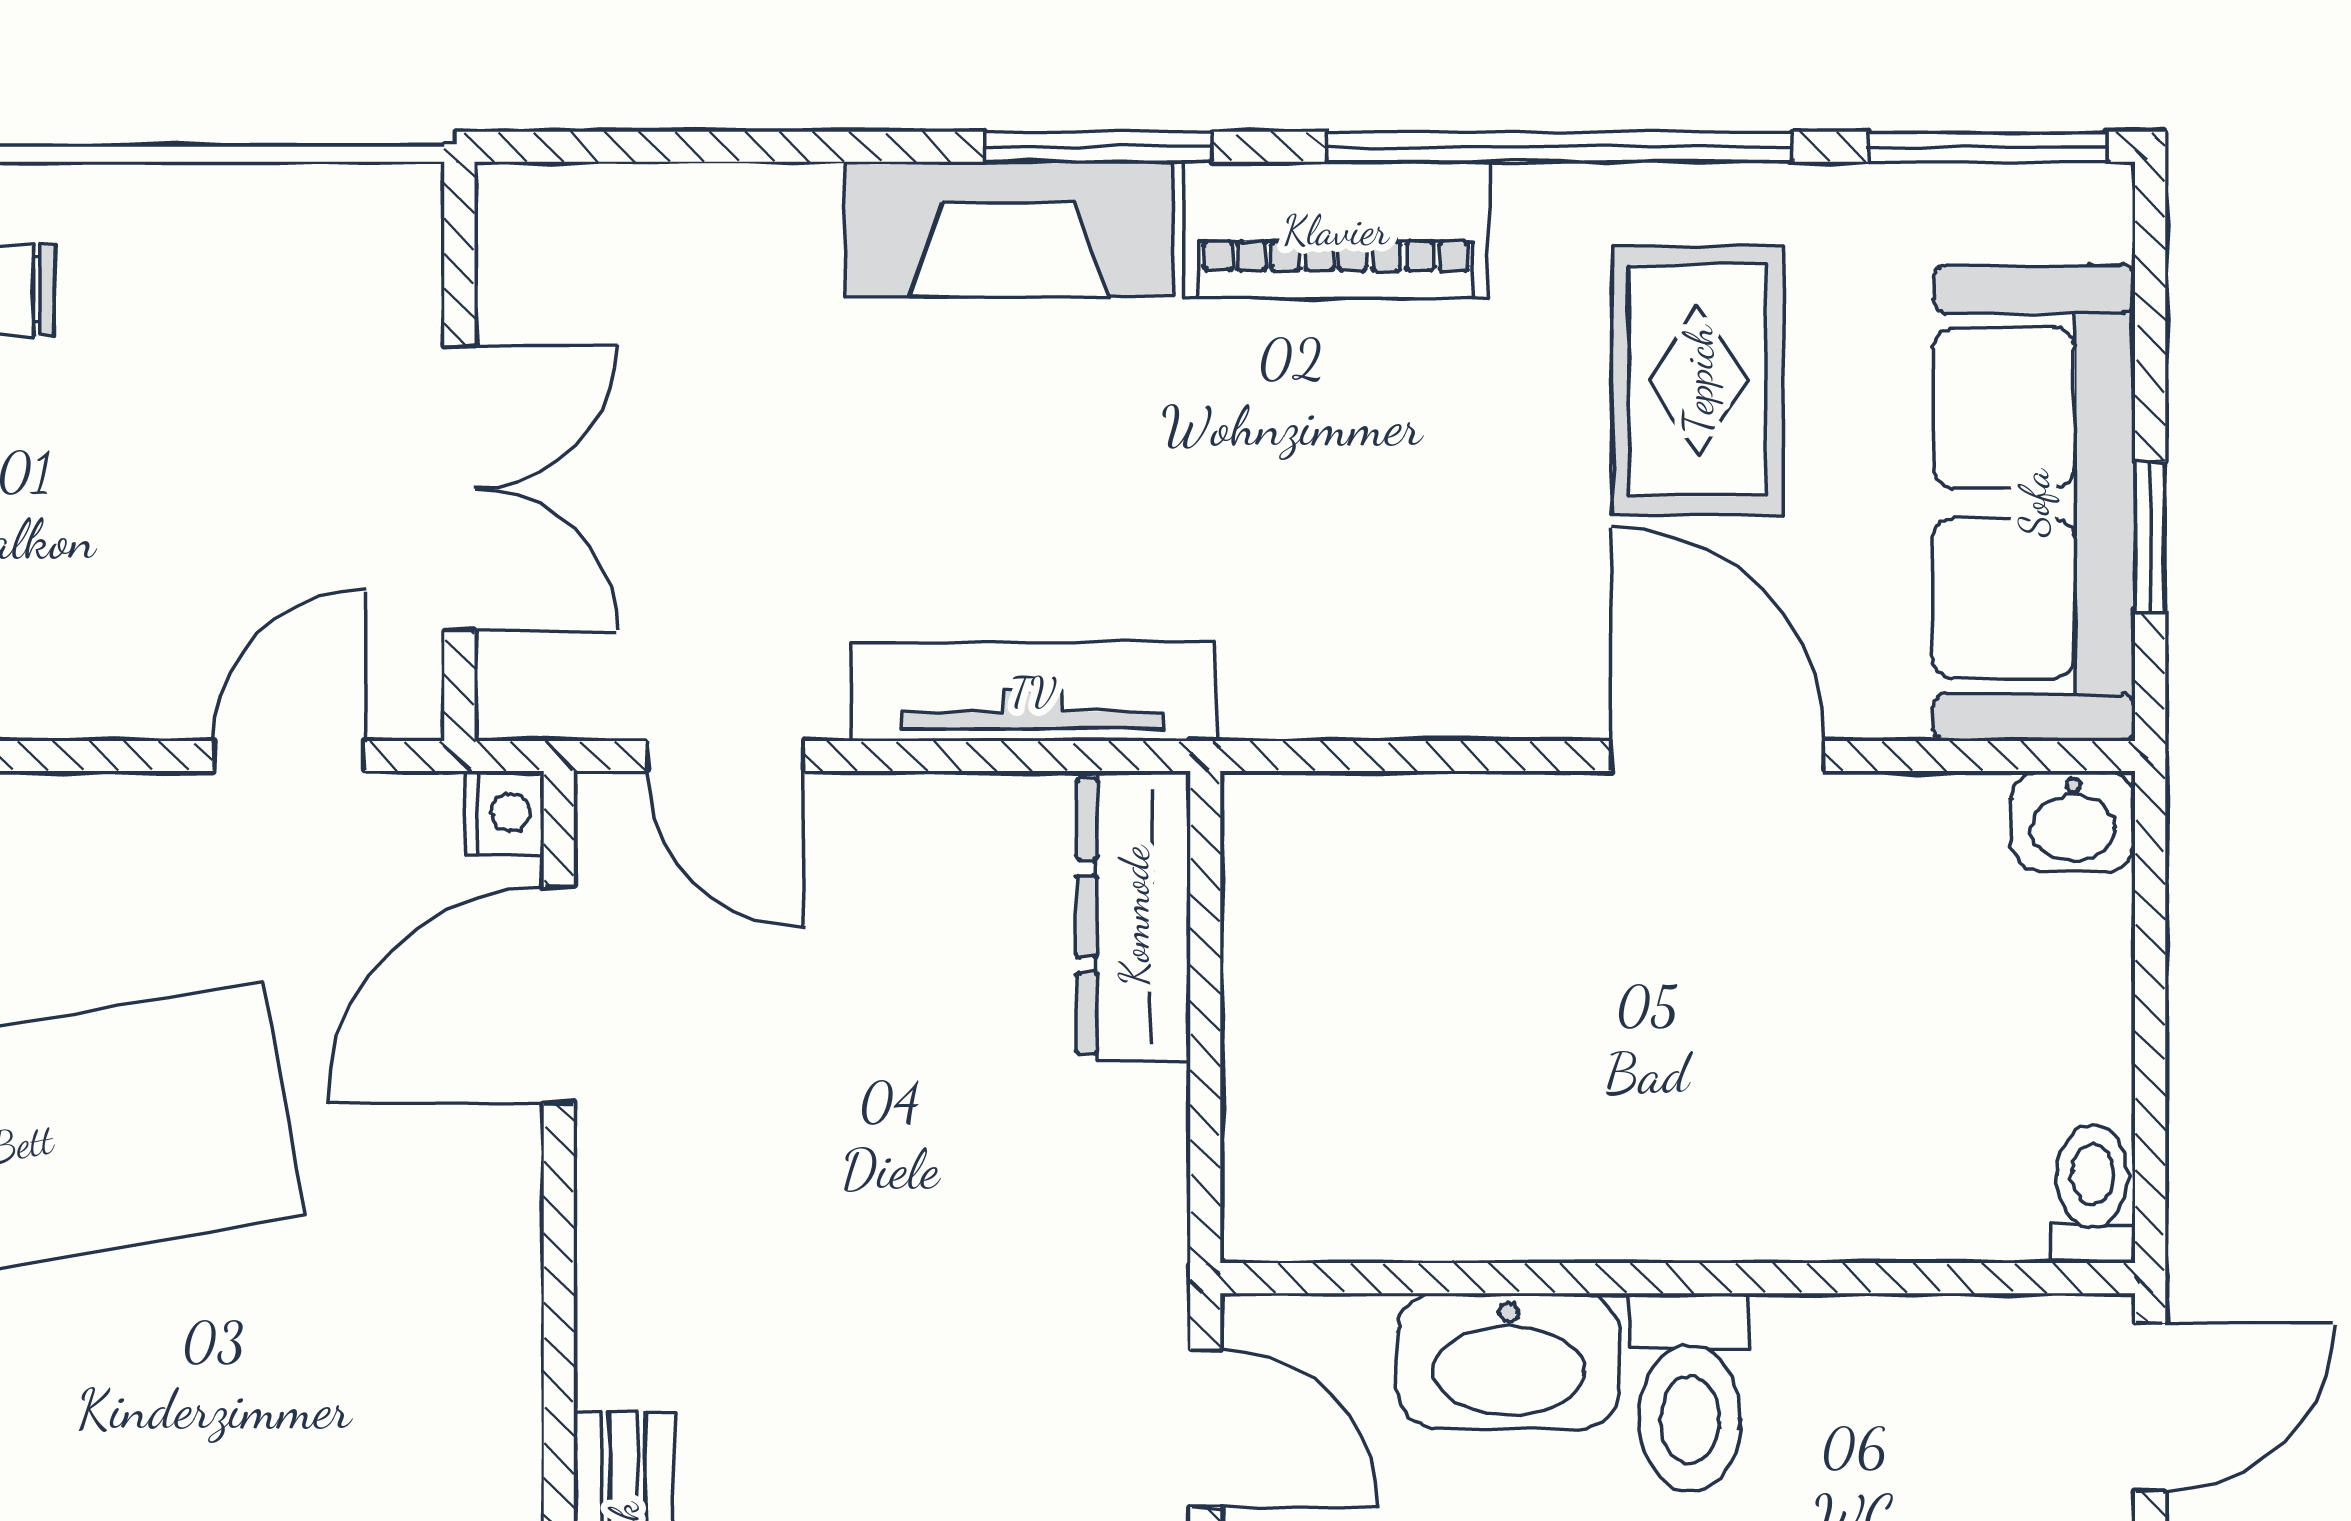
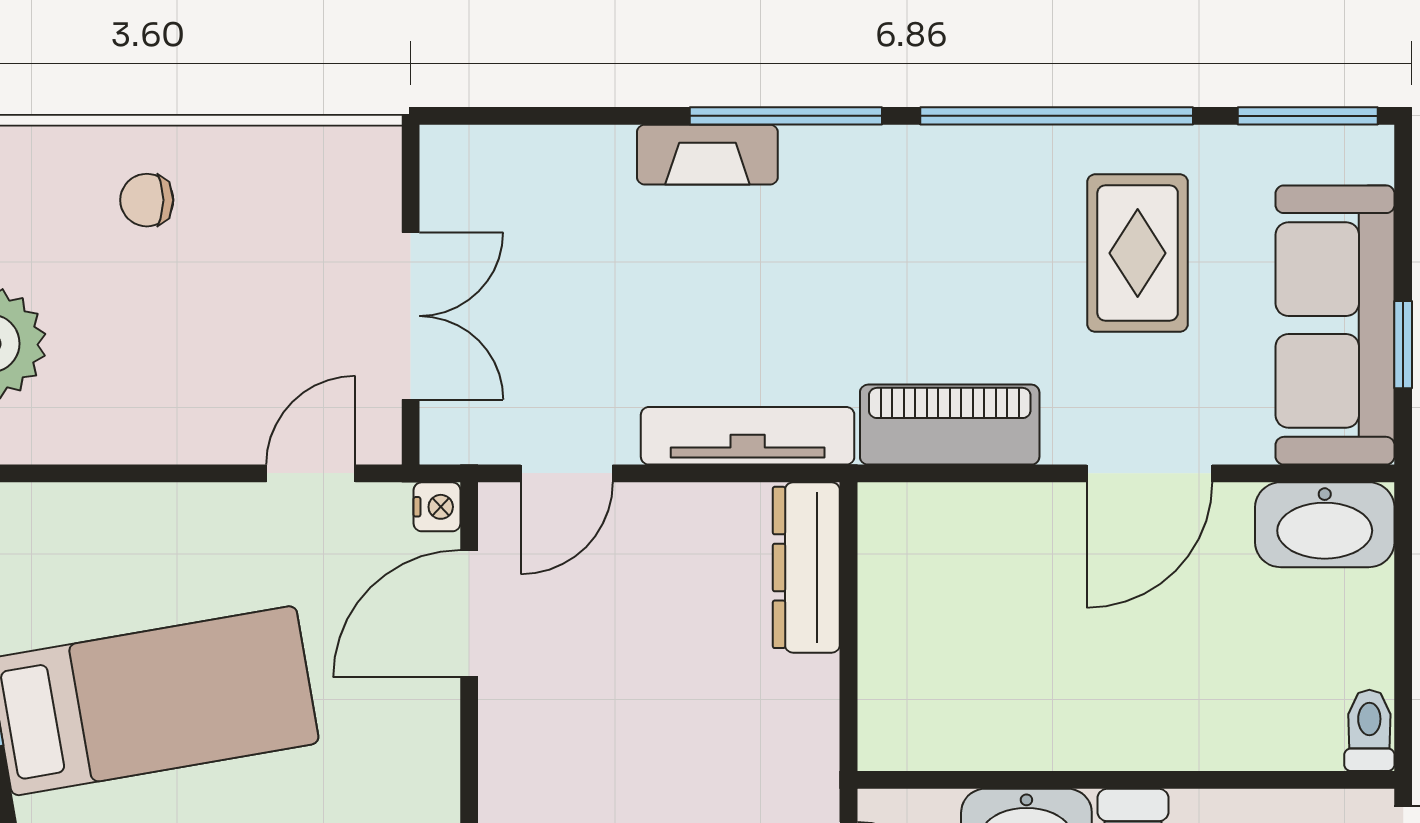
window: (1099, 147) -> (786, 116), width x1.44
fireplace: (1009, 229) -> (707, 155), width x0.73, depth x0.76
piano: (1336, 230) -> (950, 425), moved, turned 180
door: (725, 756) -> (567, 473), hinge flipped
door: (1718, 756) -> (1149, 473), swing flipped
washbasin: (2073, 821) -> (1325, 525), width x1.91, depth x1.45

